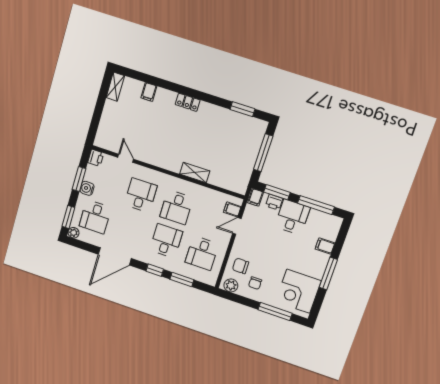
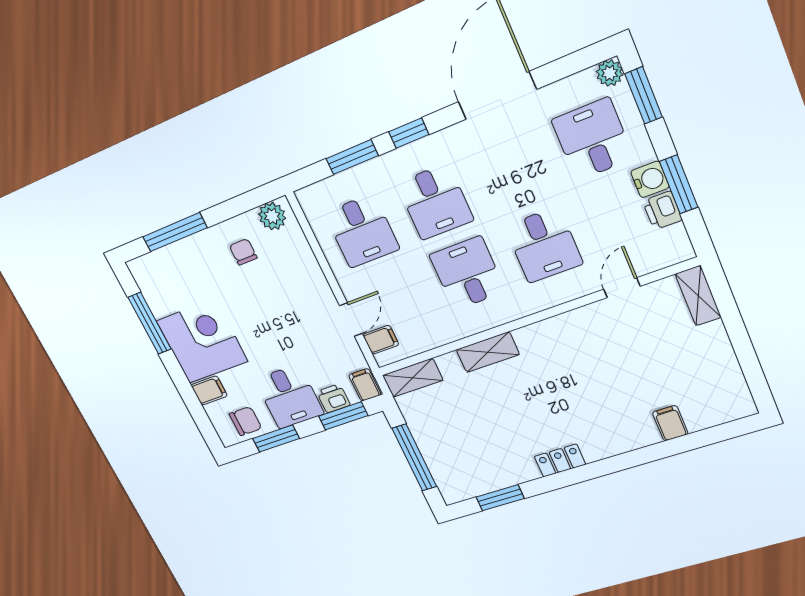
shelving: (115, 87) -> (698, 296), moved
locker: (188, 102) -> (560, 460), moved
printer: (96, 158) -> (662, 210), moved
door: (126, 158) -> (622, 288), swing flipped
shelving: (233, 185) -> (413, 378), added
window: (316, 205) -> (276, 439), width x0.69
desk: (202, 253) -> (362, 231), turned 180
chair: (241, 266) -> (245, 421), moved
window: (328, 274) -> (150, 323), moved
corner desk: (298, 291) -> (202, 341), moved

